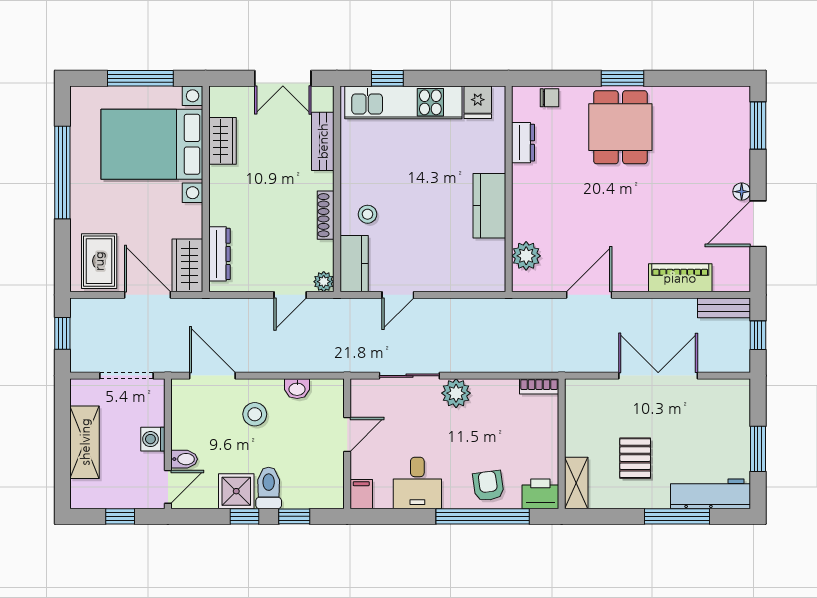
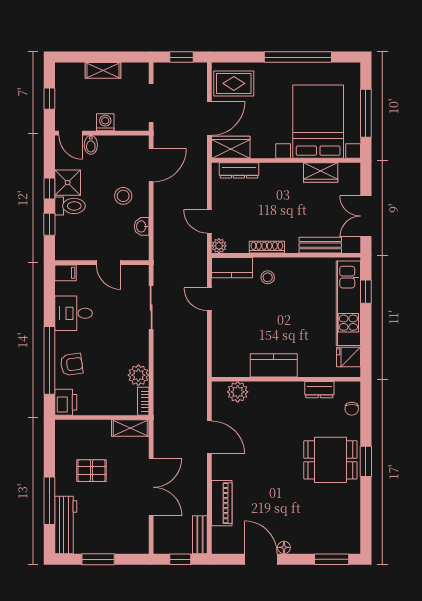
plant: (456, 393) -> (138, 375), moved
shelving: (85, 442) -> (103, 70), width x0.67, depth x0.75
shelving: (576, 483) -> (130, 428), moved

